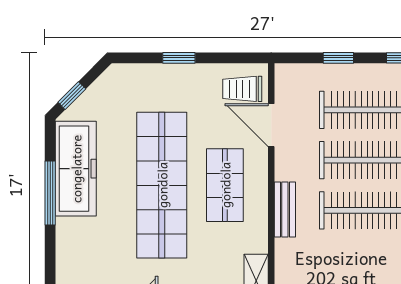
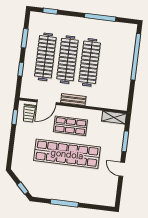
window: (179, 58) -> (15, 117), moved
freezer: (76, 169) -> (55, 191), removed
bench: (285, 209) -> (73, 100), moved

